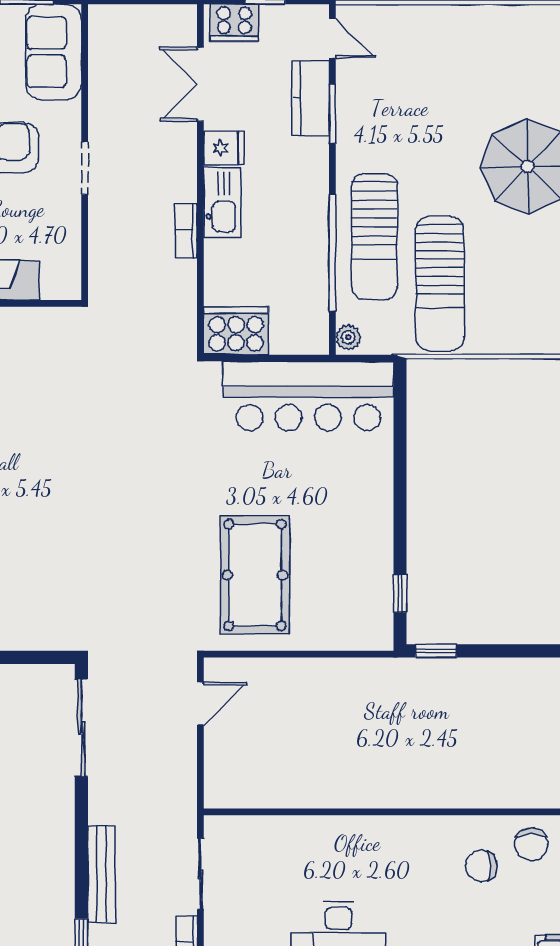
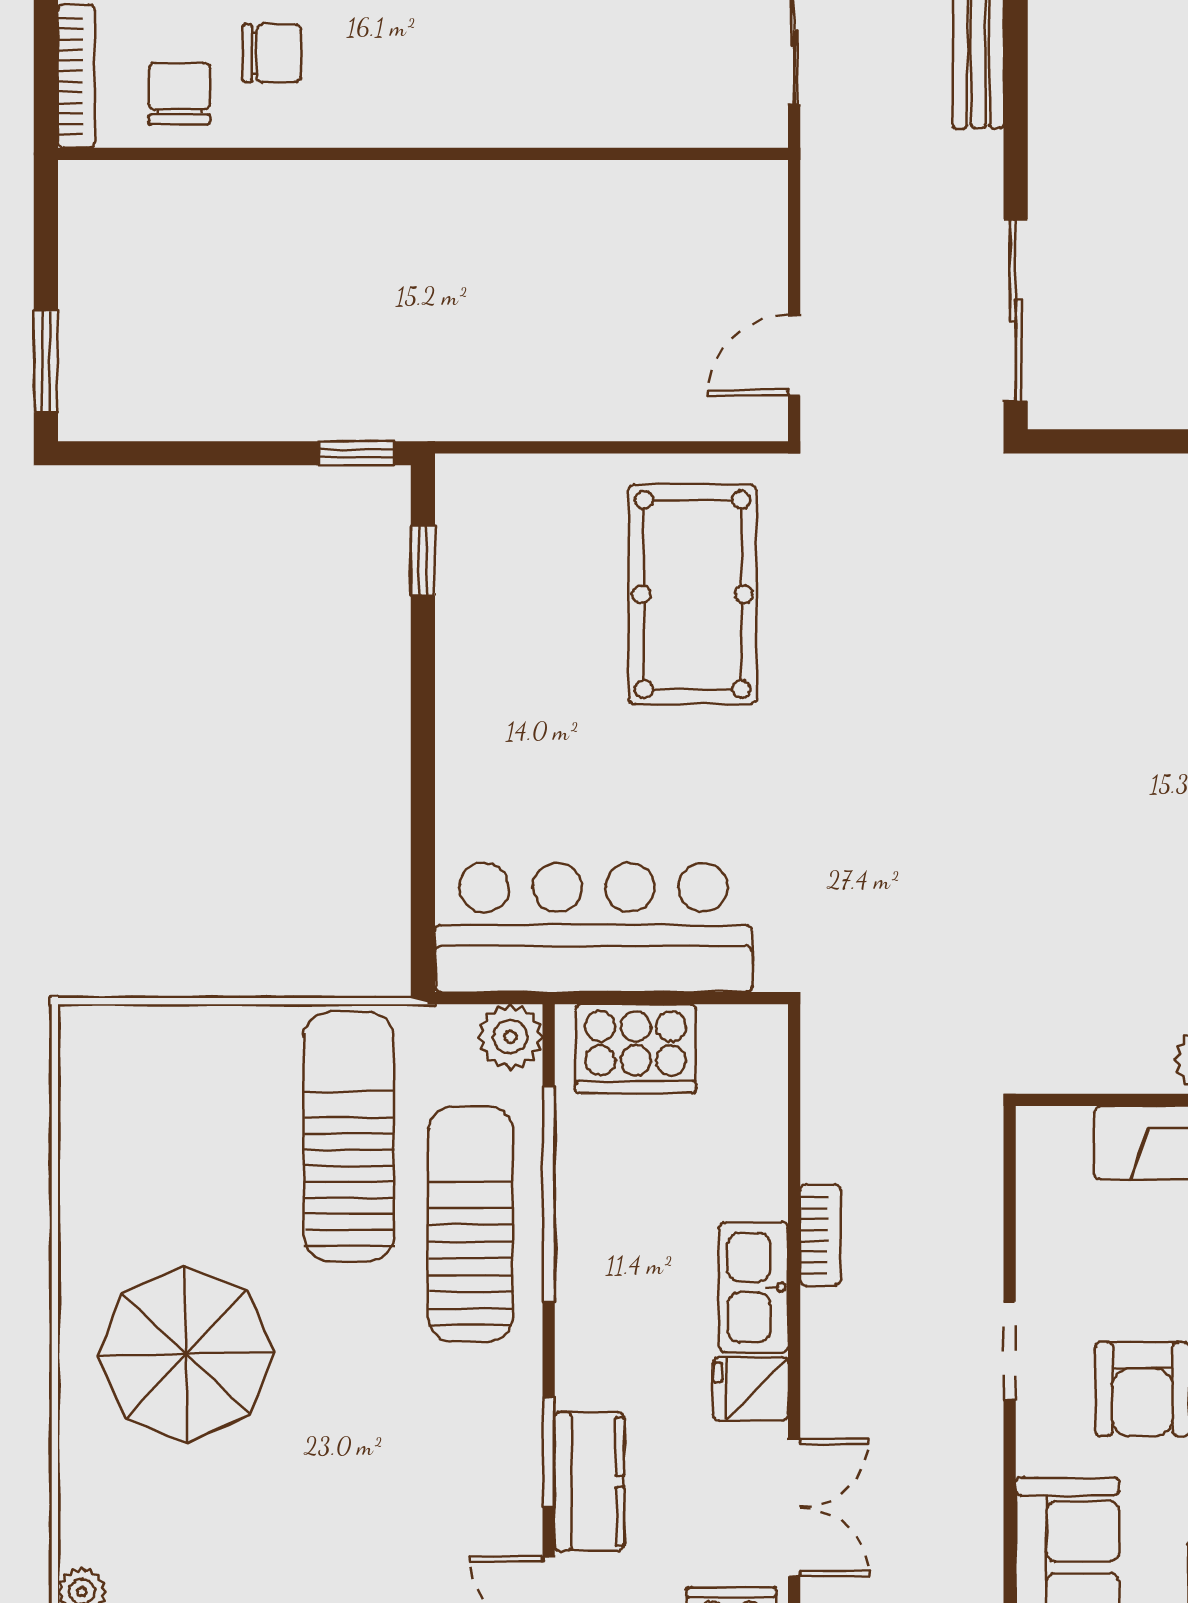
cooker: (236, 331) -> (636, 1049), moved
plant: (348, 337) -> (510, 1037), width x1.38, depth x1.38

